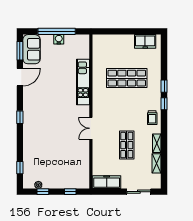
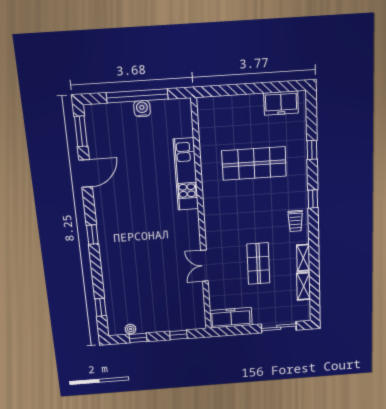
sofa: (31, 49) -> (99, 128), removed
window: (164, 86) -> (312, 150), moved
double door: (91, 128) -> (204, 266), moved

